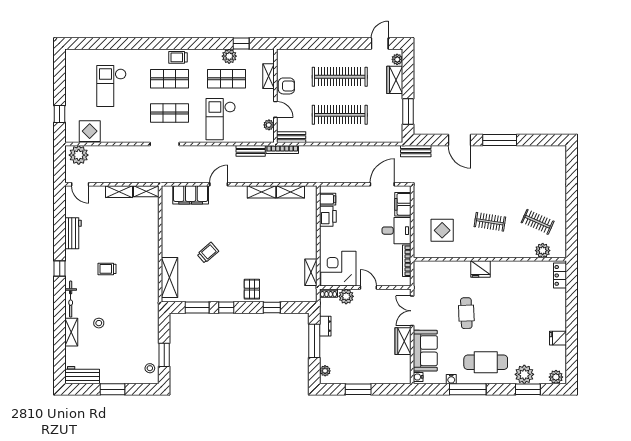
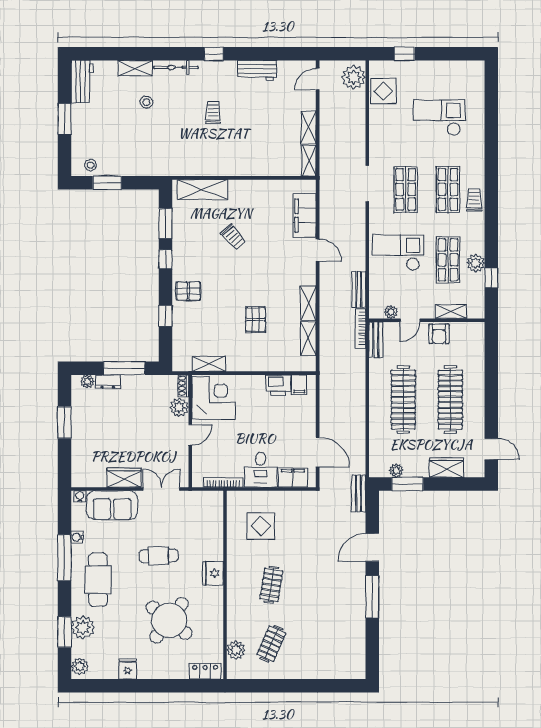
plant: (397, 59) -> (396, 471), moved
pallet: (275, 235) -> (256, 320), added
round table: (519, 305) -> (169, 620), added
dresser: (325, 326) -> (108, 382), moved

